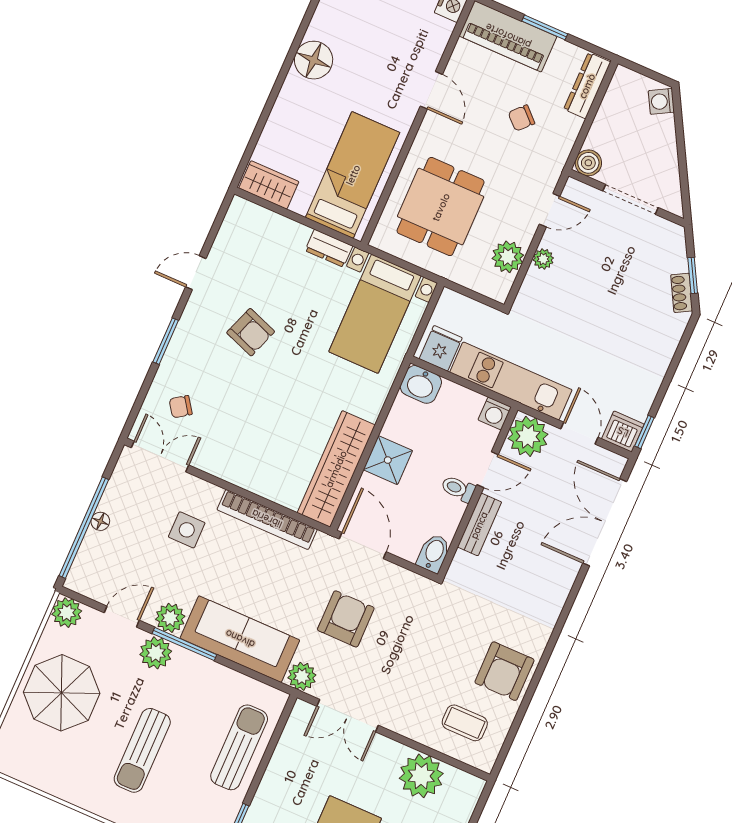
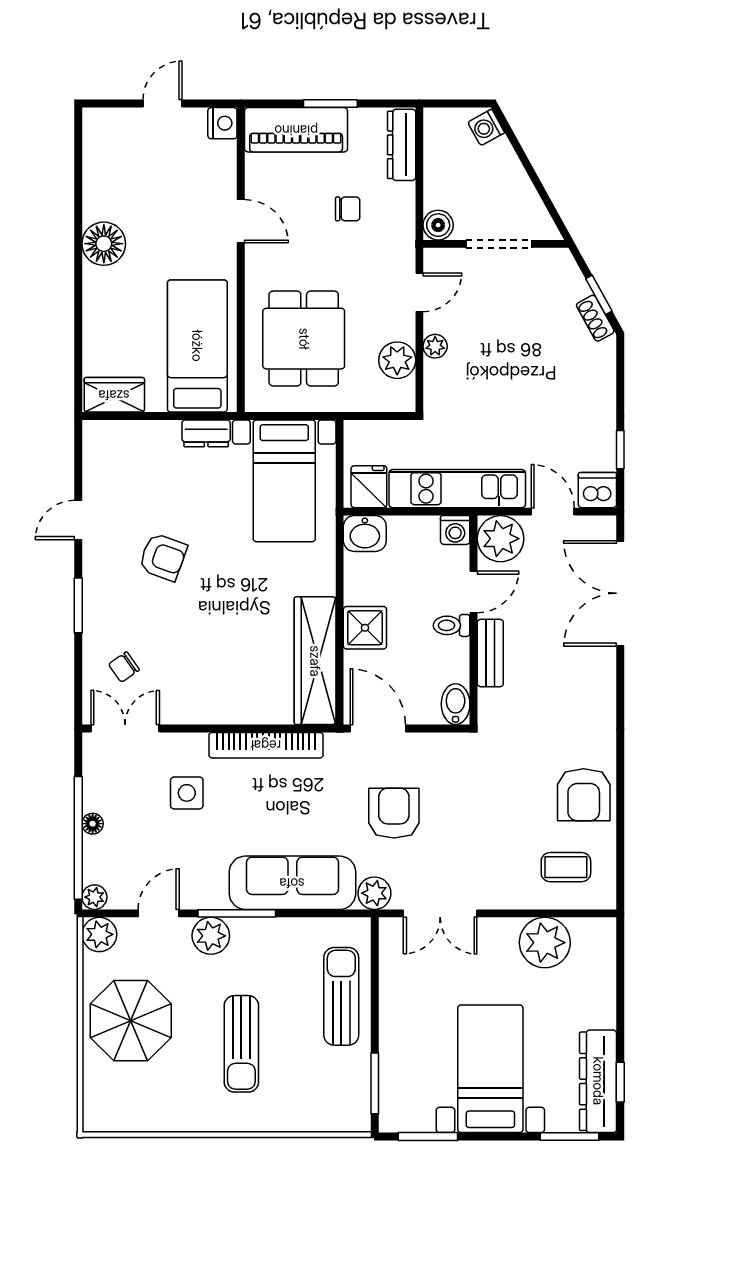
chair: (521, 118) -> (348, 209), turned -134
window: (644, 432) -> (620, 450), moved
plant: (170, 618) -> (94, 897), moved, width x0.73, depth x0.73

